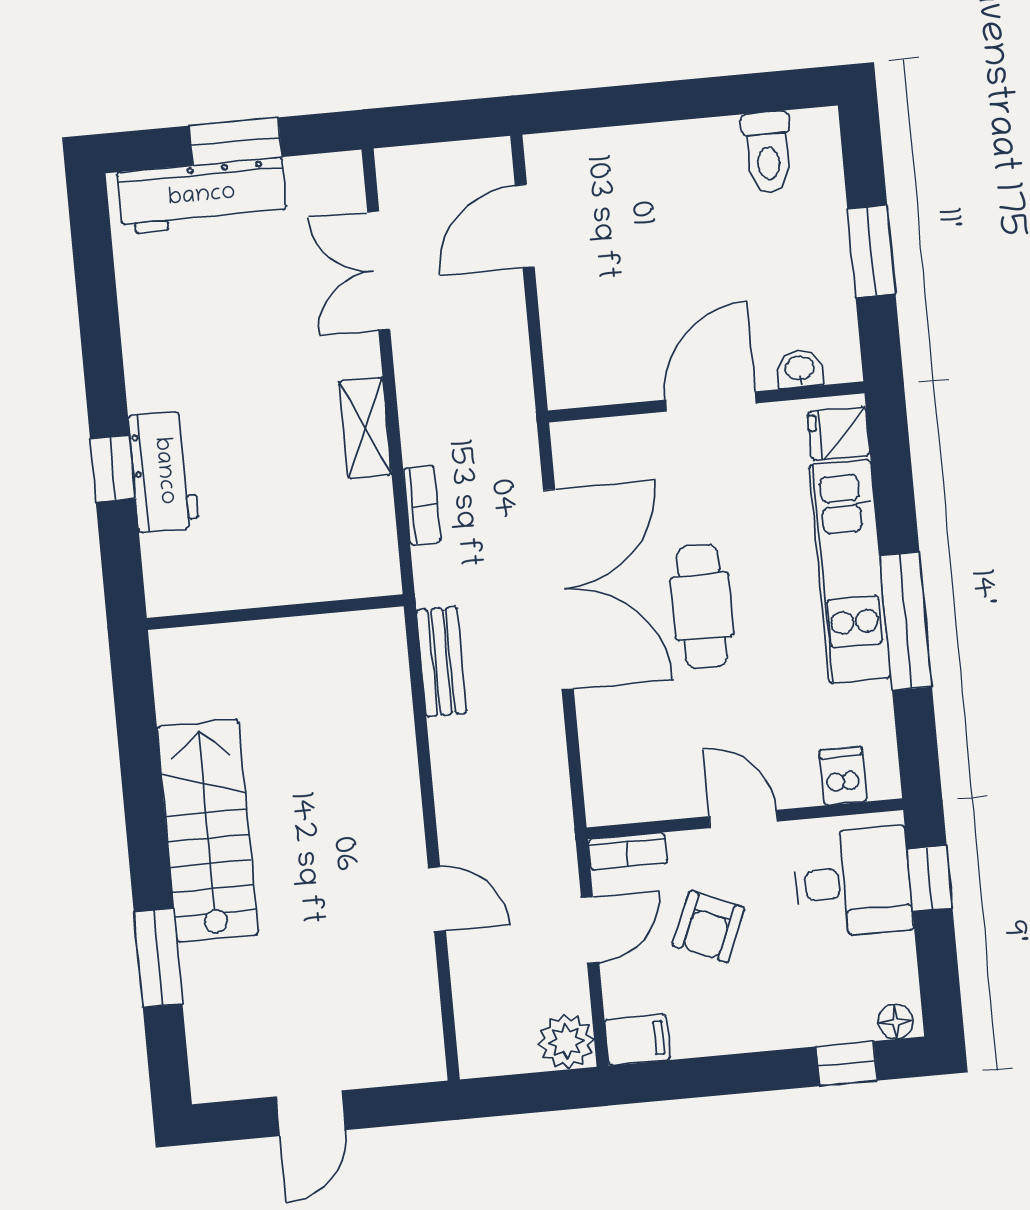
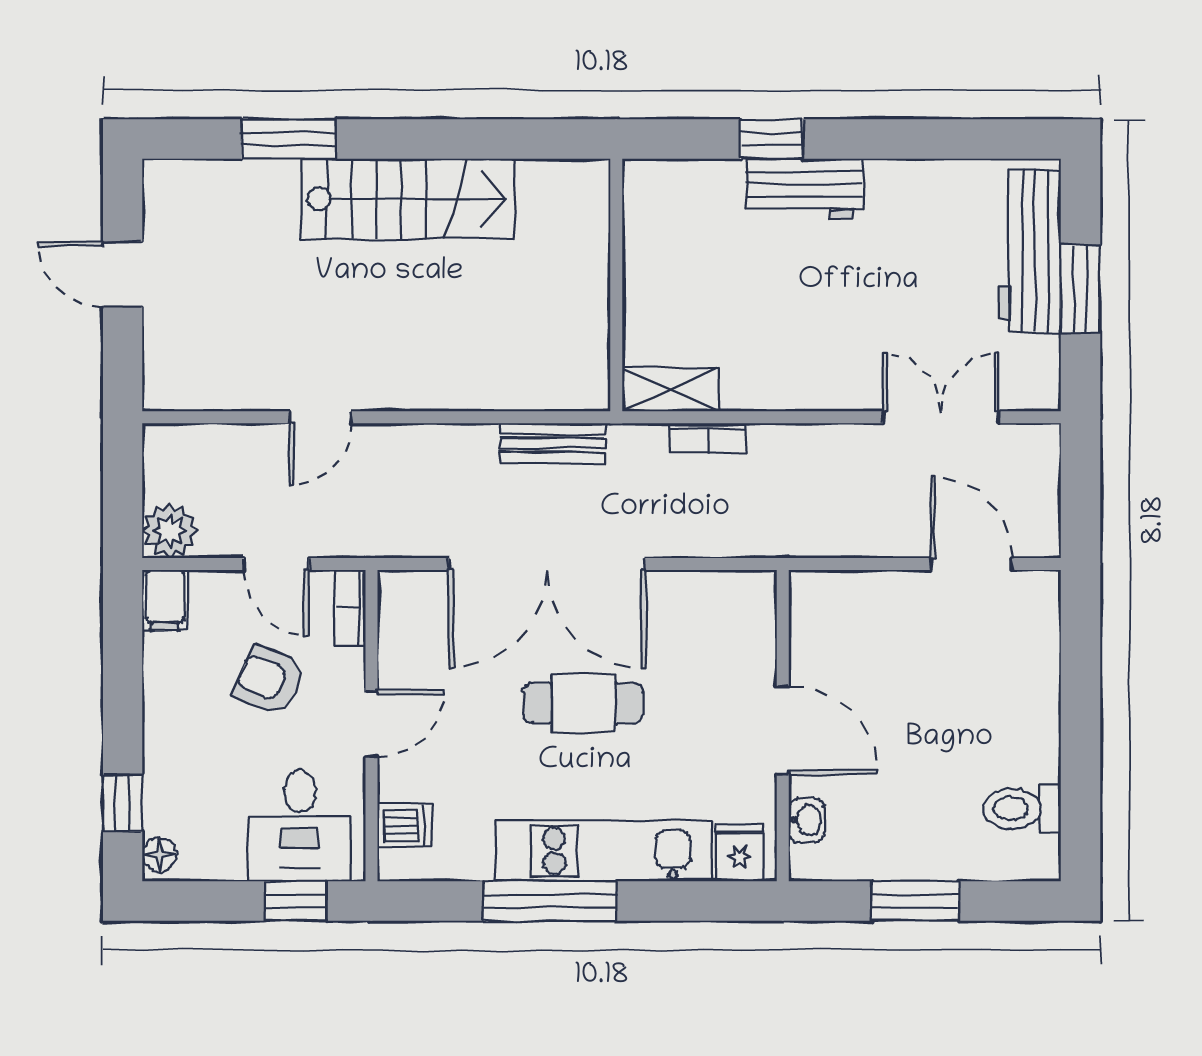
shelving: (365, 428) -> (670, 390), moved
workbench: (164, 471) -> (805, 188), moved
double door: (558, 589) -> (547, 564), moved

